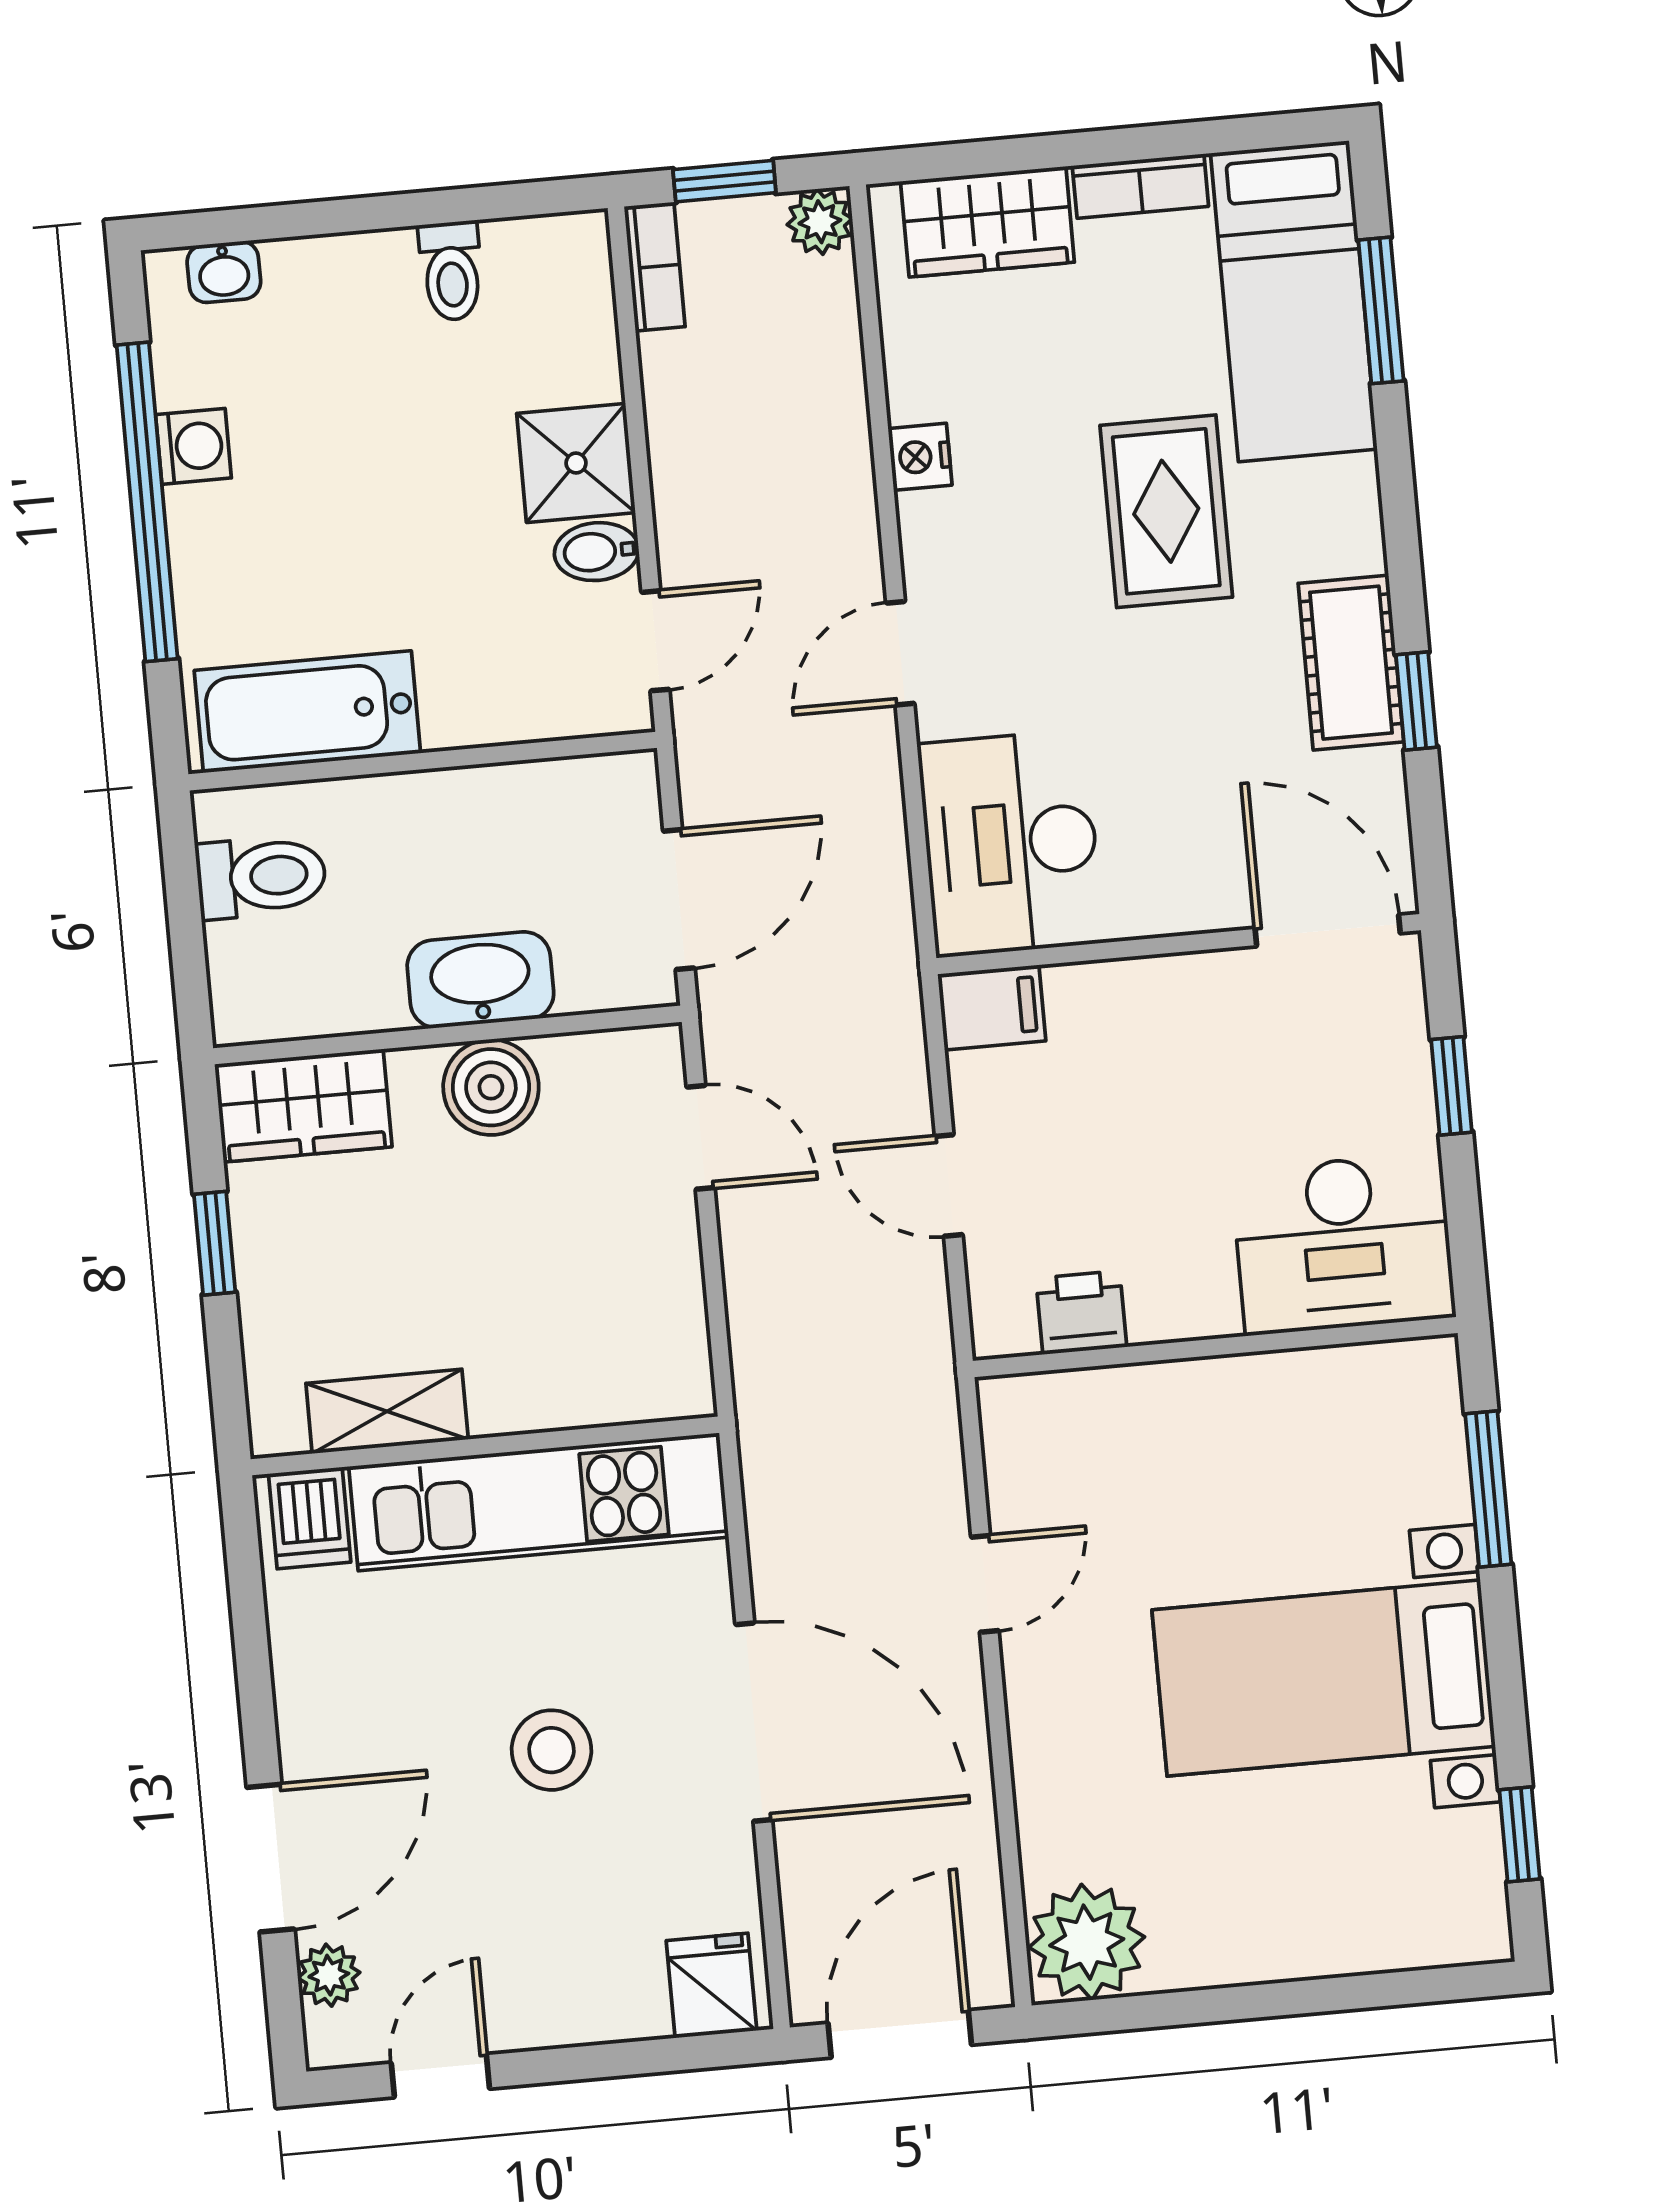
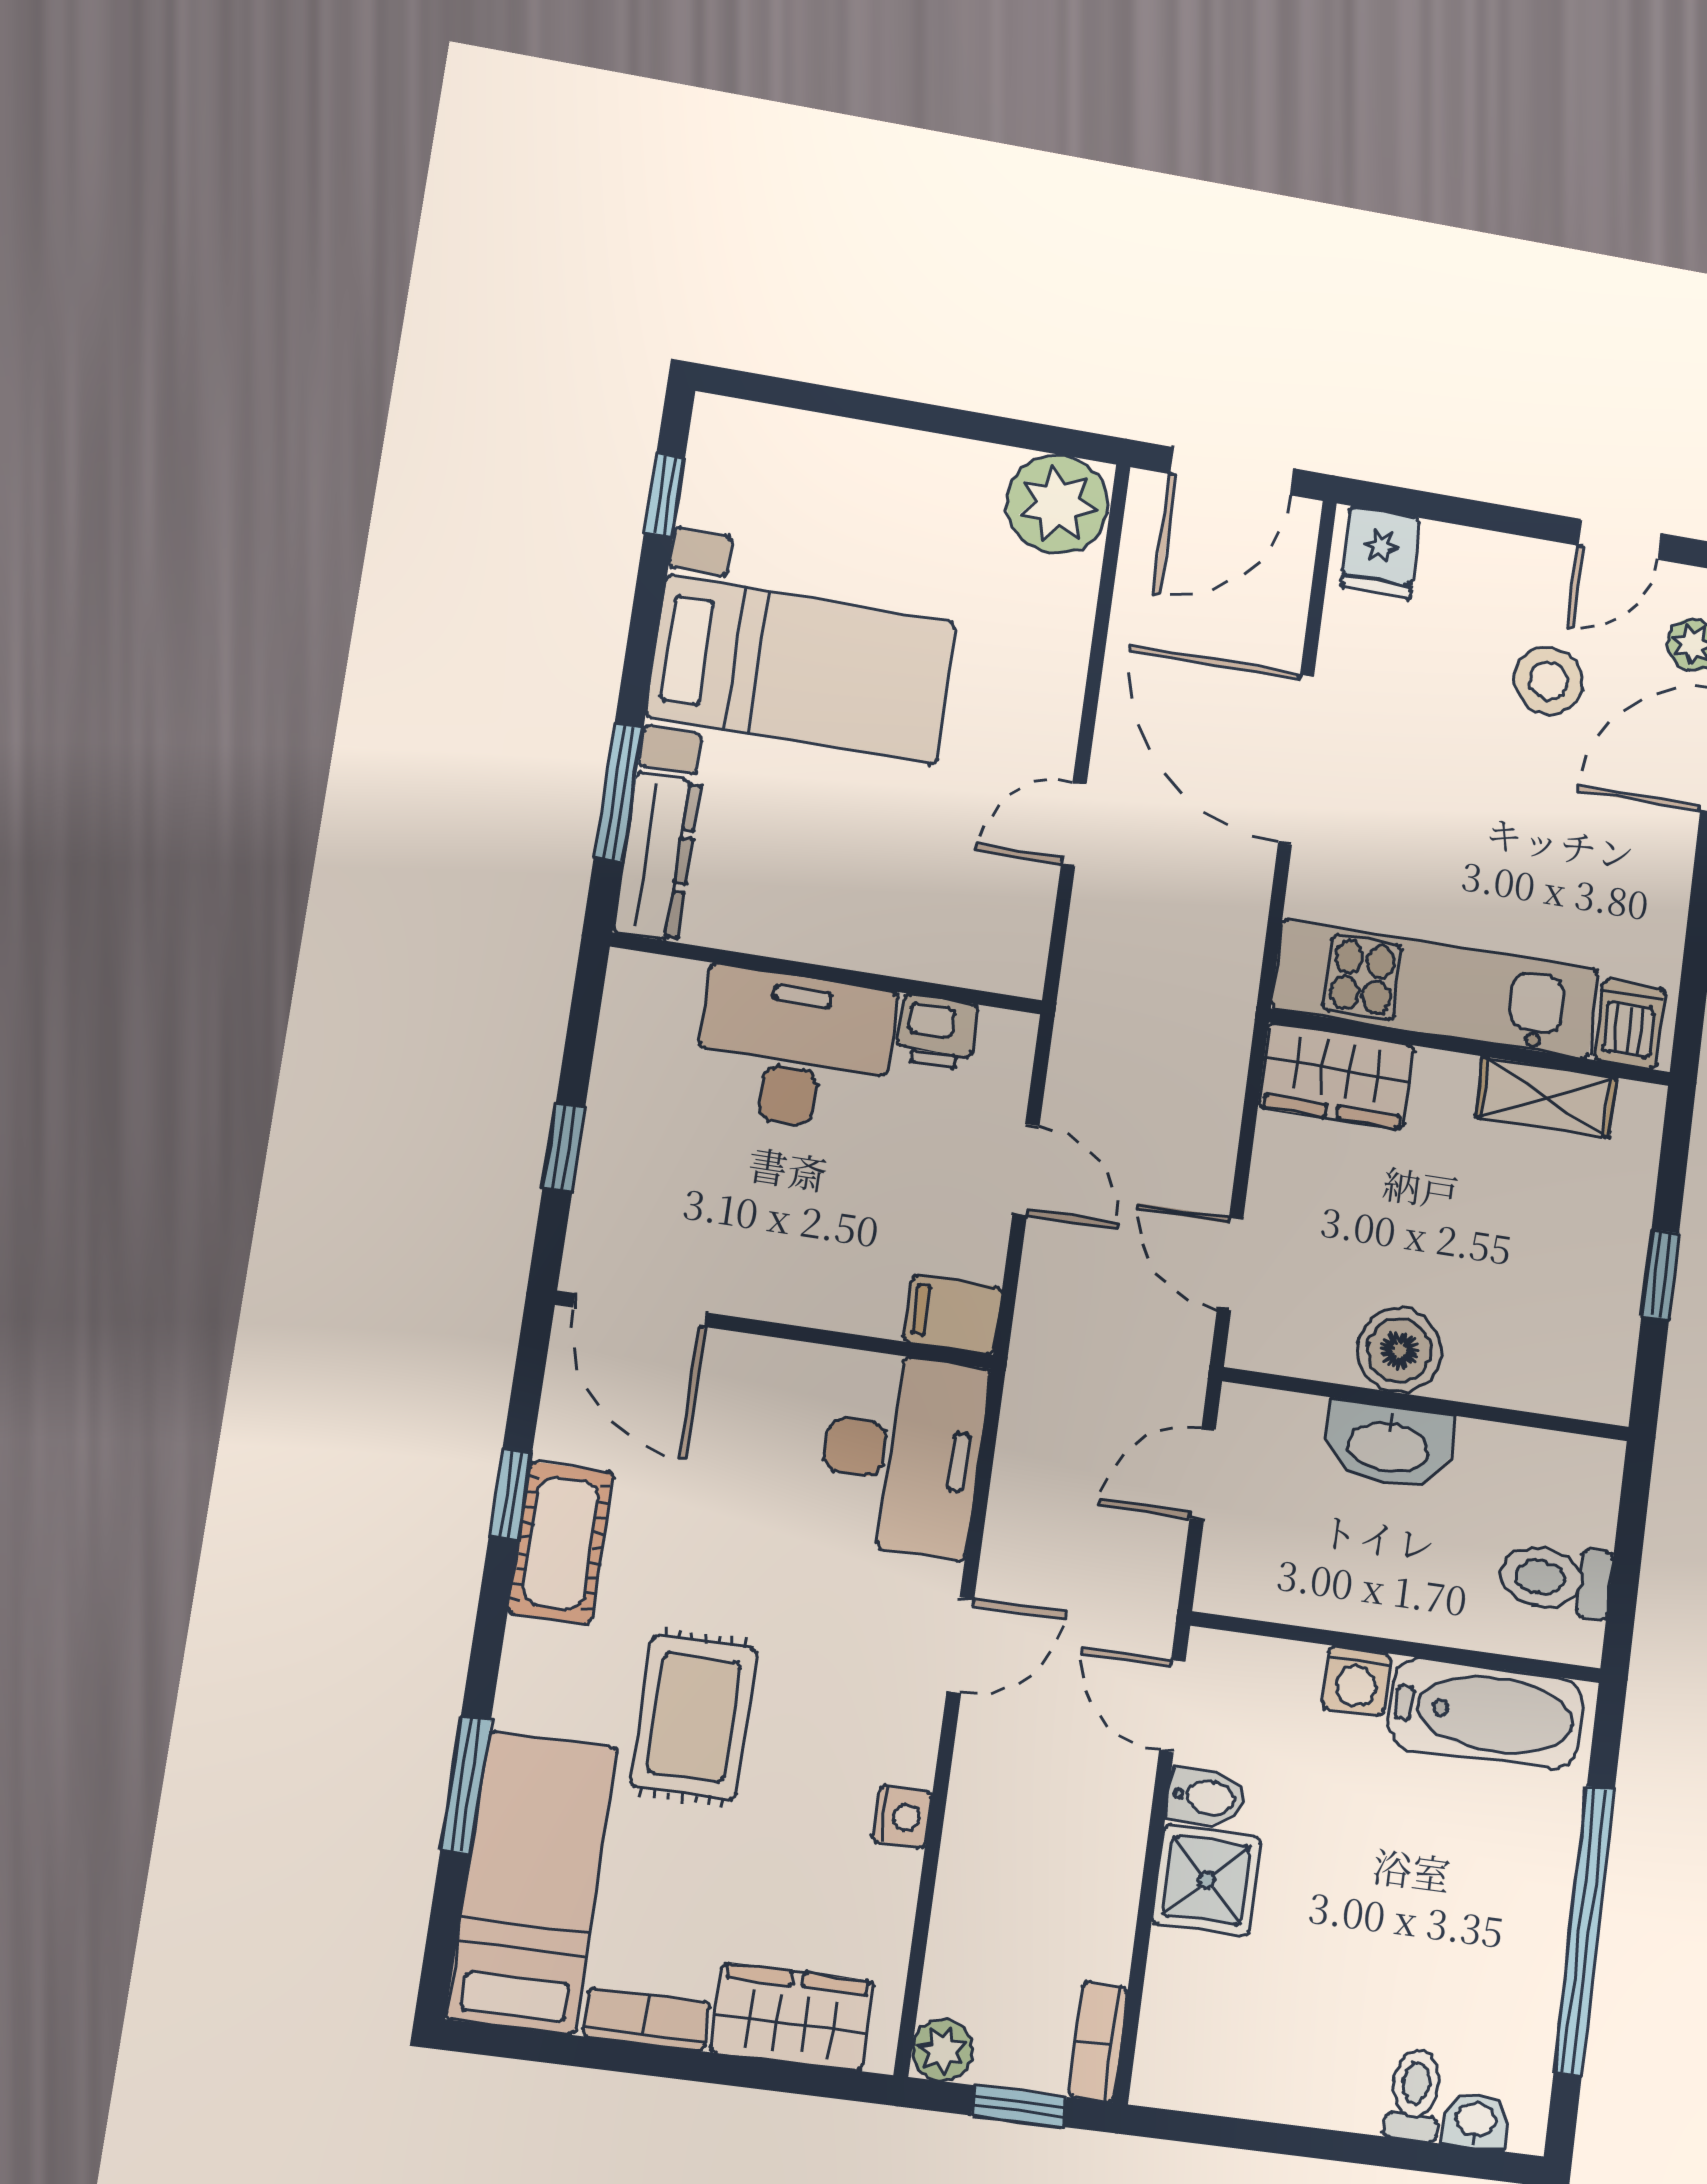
toilet: (451, 271) -> (1415, 2095), moved
window: (1381, 310) -> (466, 1785), moved
washing machine: (193, 446) -> (1357, 1681), moved, turned -90
door: (655, 641) -> (1172, 1706), hinge flipped
door: (679, 900) -> (1203, 1474), width x0.73
wardrobe: (303, 1106) -> (1336, 1076), moved, turned 180
desk: (1343, 1244) -> (794, 1050), moved
dresser: (1430, 1429) -> (657, 857), added
stool: (551, 1750) -> (1549, 681), moved

